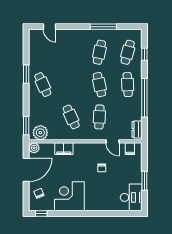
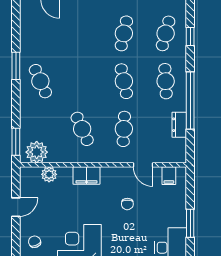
dresser: (137, 129) -> (179, 125), moved
plant: (34, 148) -> (49, 174), moved
filing cabinet: (64, 149) -> (86, 176), moved
door: (26, 170) -> (16, 207), width x0.53

